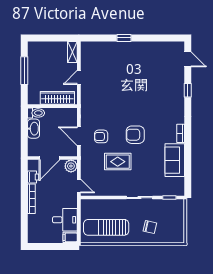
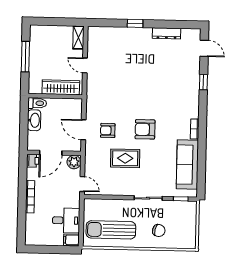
dresser: (153, 46) -> (167, 33), added
door: (79, 77) -> (85, 65), hinge flipped
sofa: (175, 160) -> (187, 165), width x1.36
printer: (33, 177) -> (33, 161), moved

